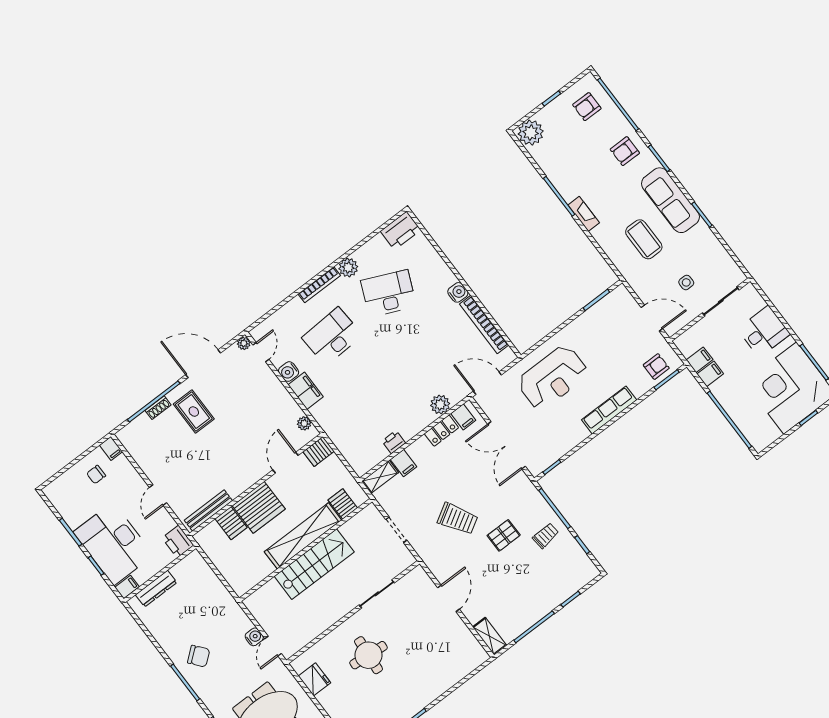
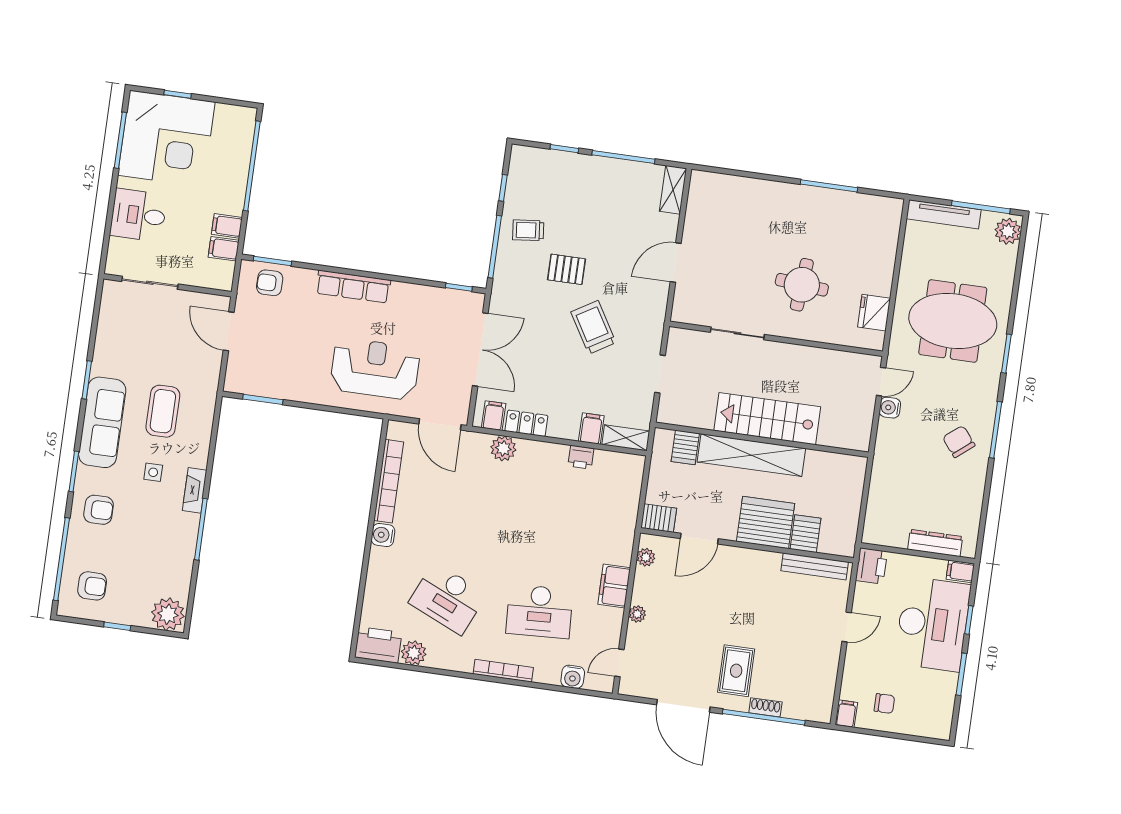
plant: (348, 268) -> (414, 653), moved
side table: (686, 282) -> (153, 472), moved
plant: (244, 343) -> (637, 614), moved
water cooler: (289, 372) -> (573, 677), moved, turned 90

